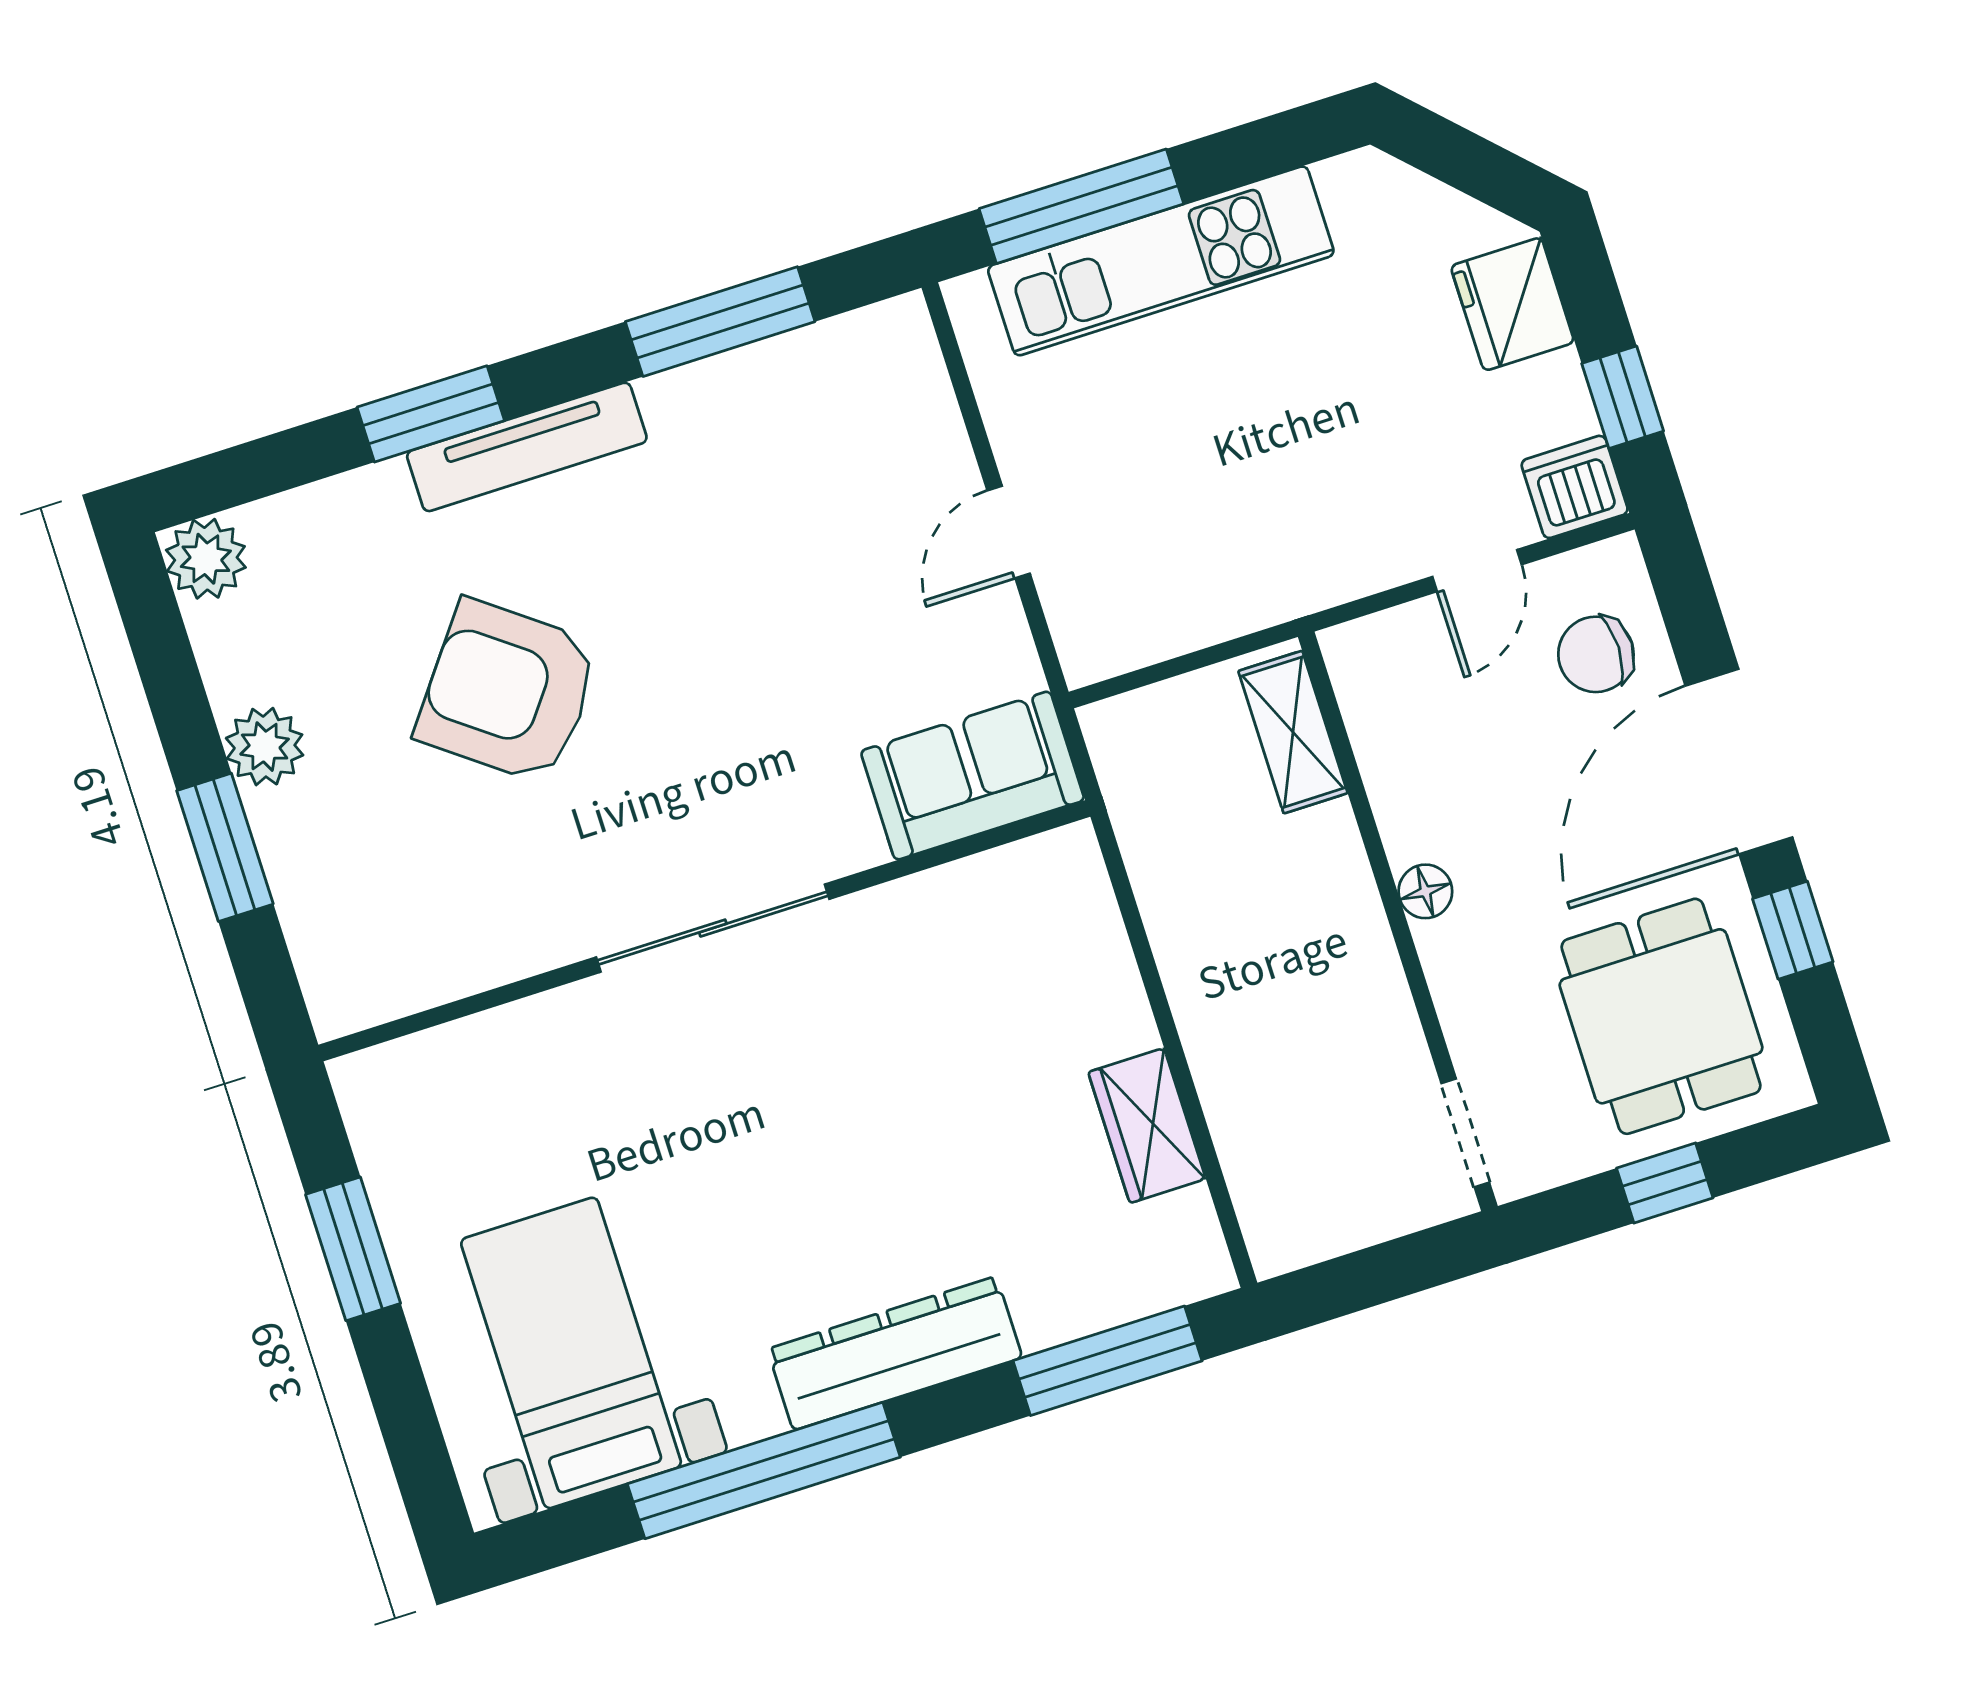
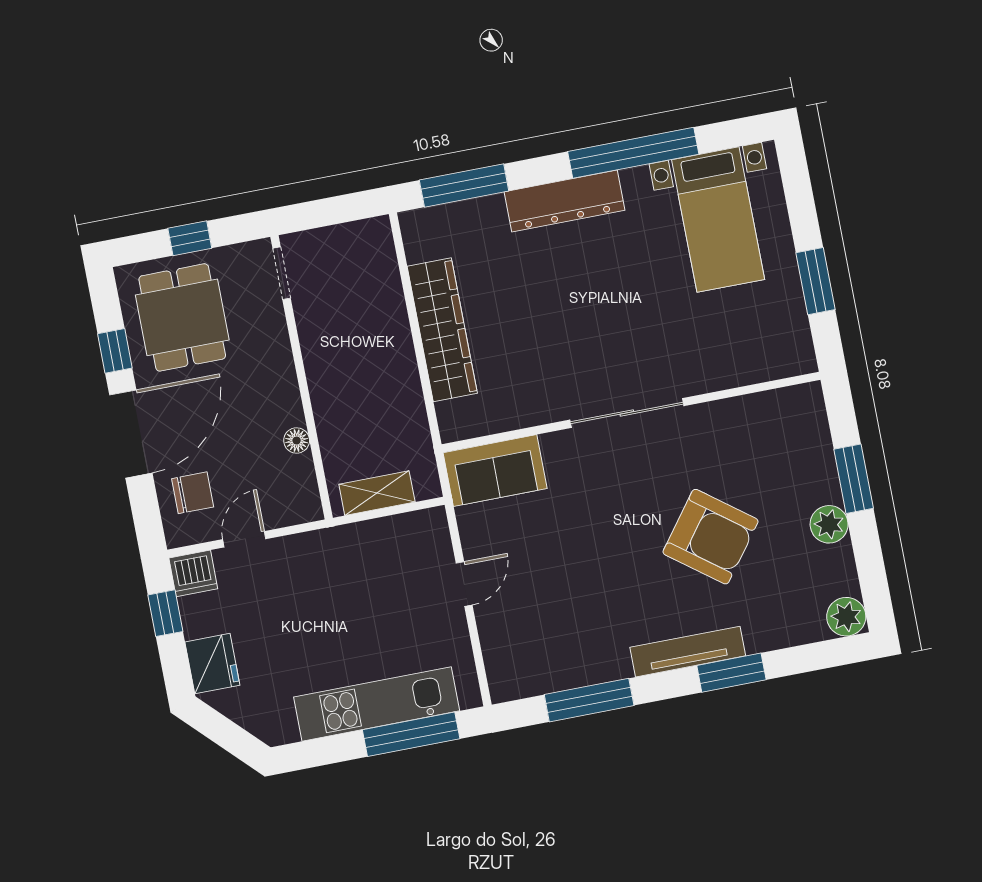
shelving: (1293, 732) -> (377, 493), moved, turned 90
floor lamp: (1425, 891) -> (297, 441), moved
wardrobe: (1147, 1125) -> (442, 330), width x2.10, depth x1.17

